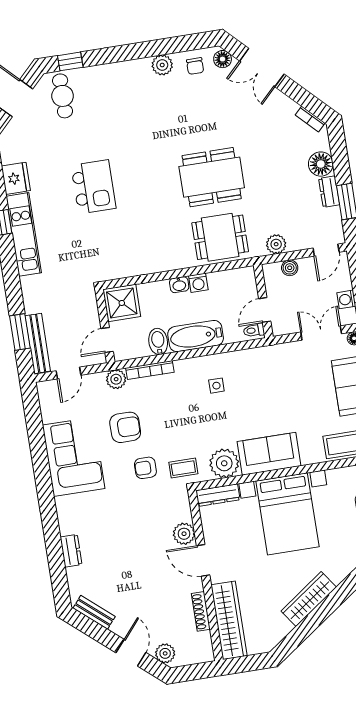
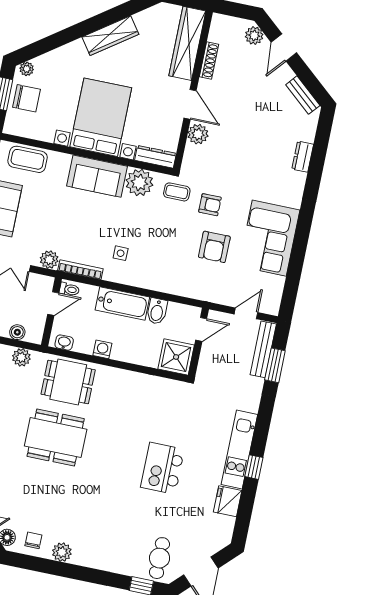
washbasin: (179, 285) -> (64, 343), moved
bookcase: (150, 370) -> (80, 270), moved
plant: (116, 379) -> (49, 260), moved
armchair: (125, 427) -> (214, 247), turned -90

